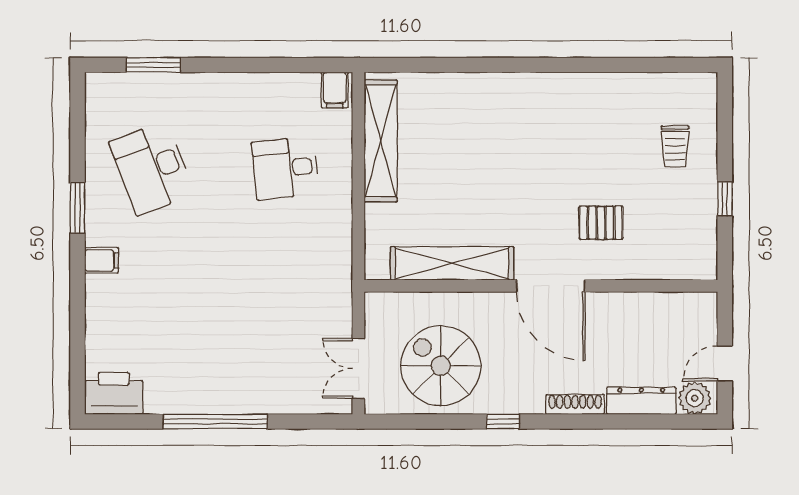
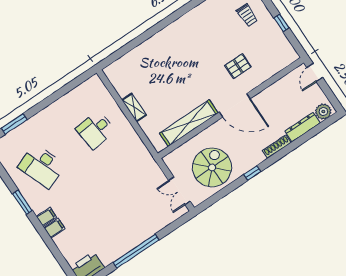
filing cabinet: (335, 90) -> (54, 228), moved, turned -90
shelving: (381, 141) -> (134, 107), width x0.45, depth x0.75
door: (725, 363) -> (315, 73), moved
spiral stairs: (441, 366) -> (212, 167), turned 90

